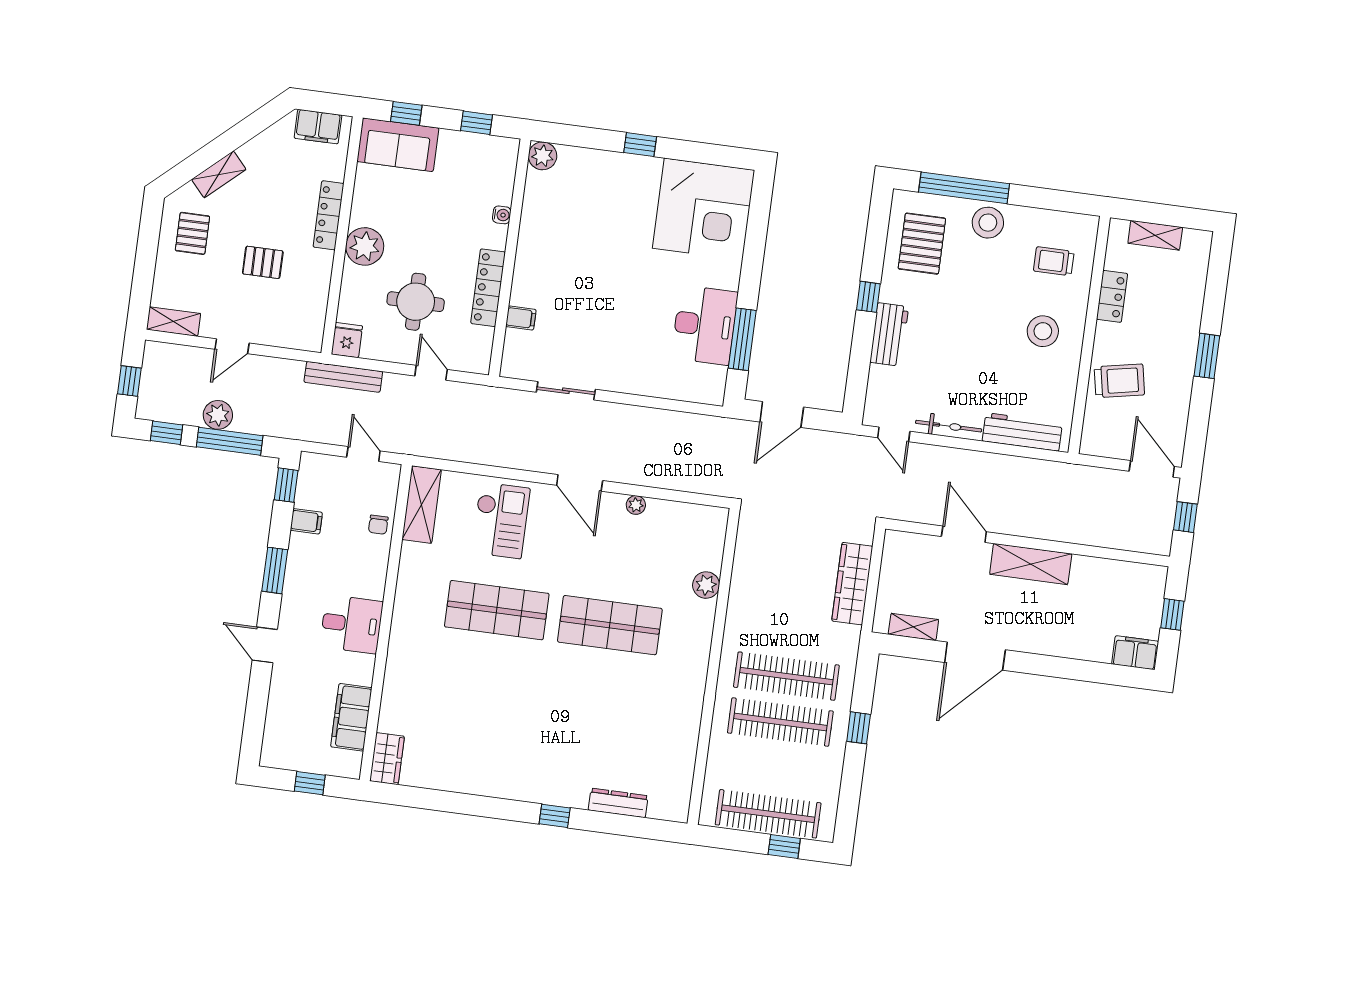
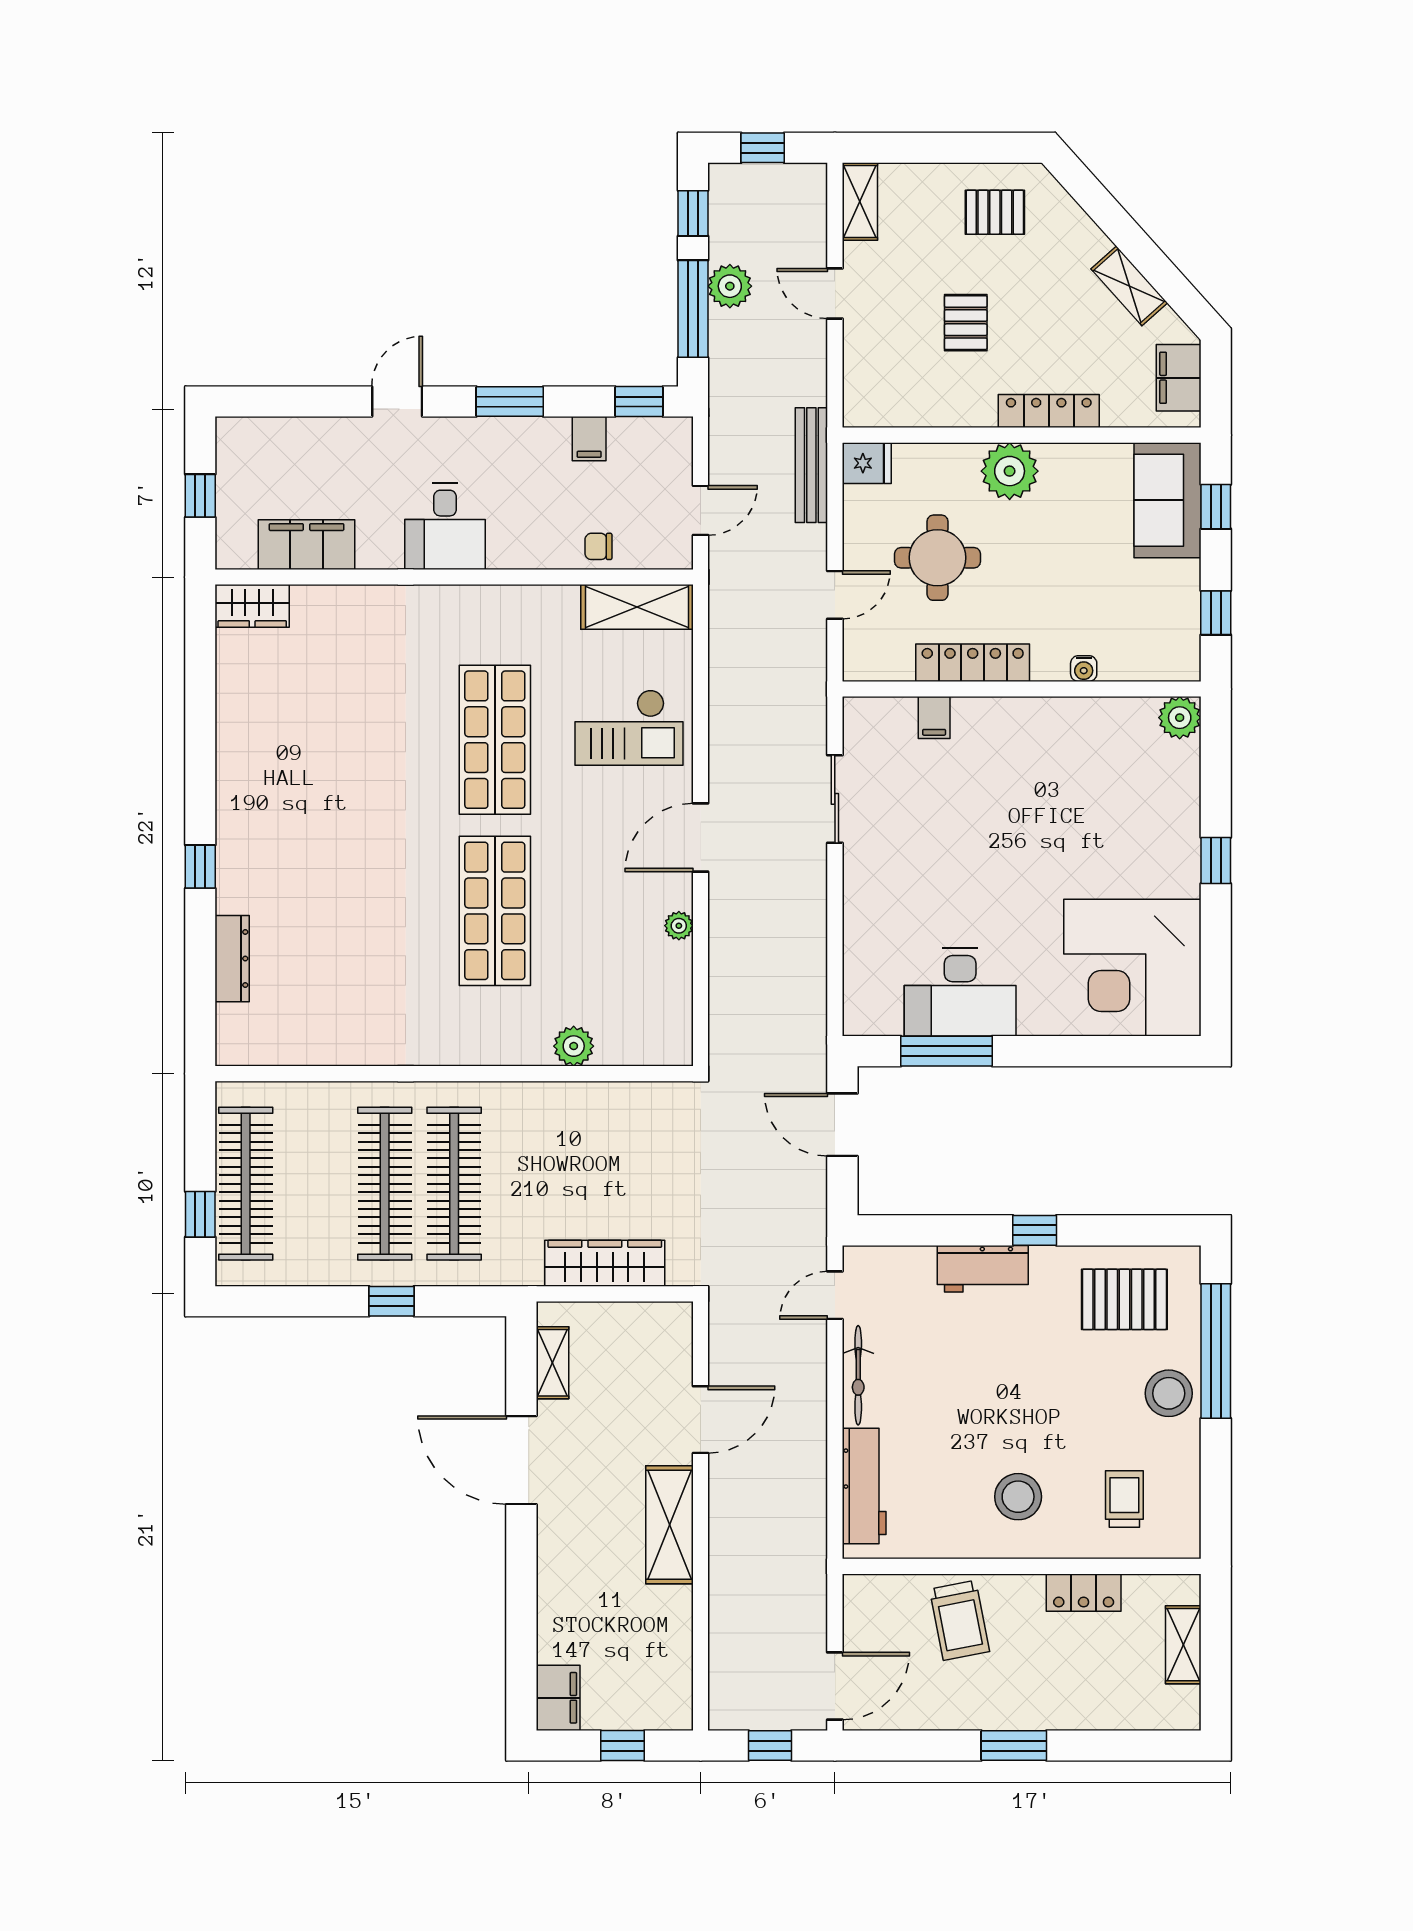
shelving: (219, 174) -> (1129, 286), moved

